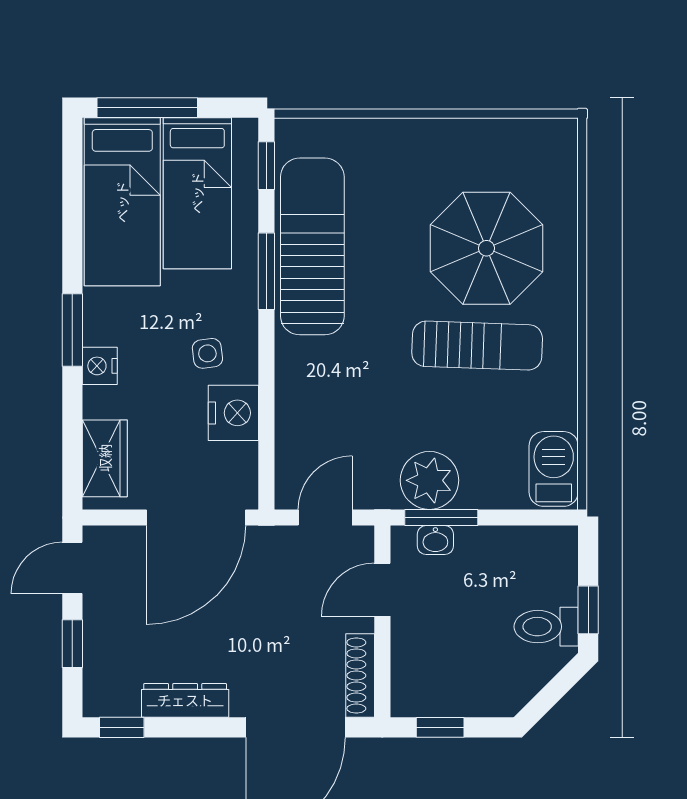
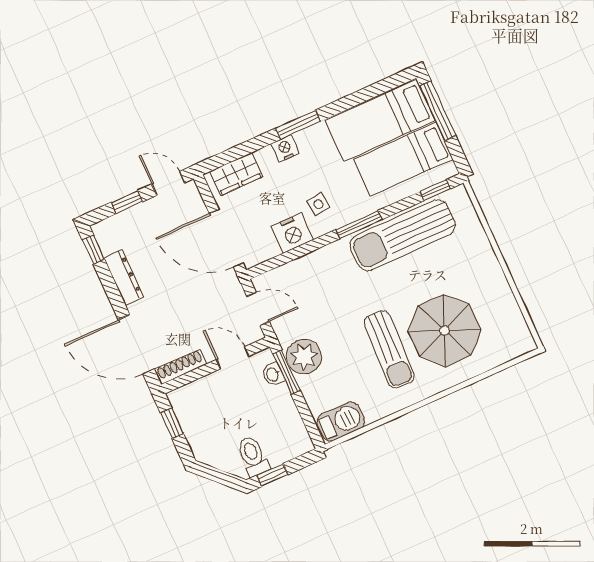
sun lounger: (312, 246) -> (403, 235), turned 180
window: (266, 271) -> (359, 225), moved

